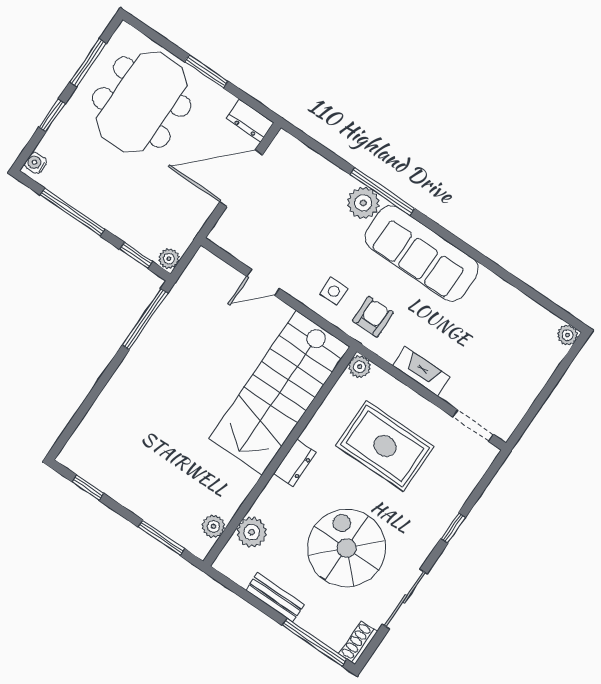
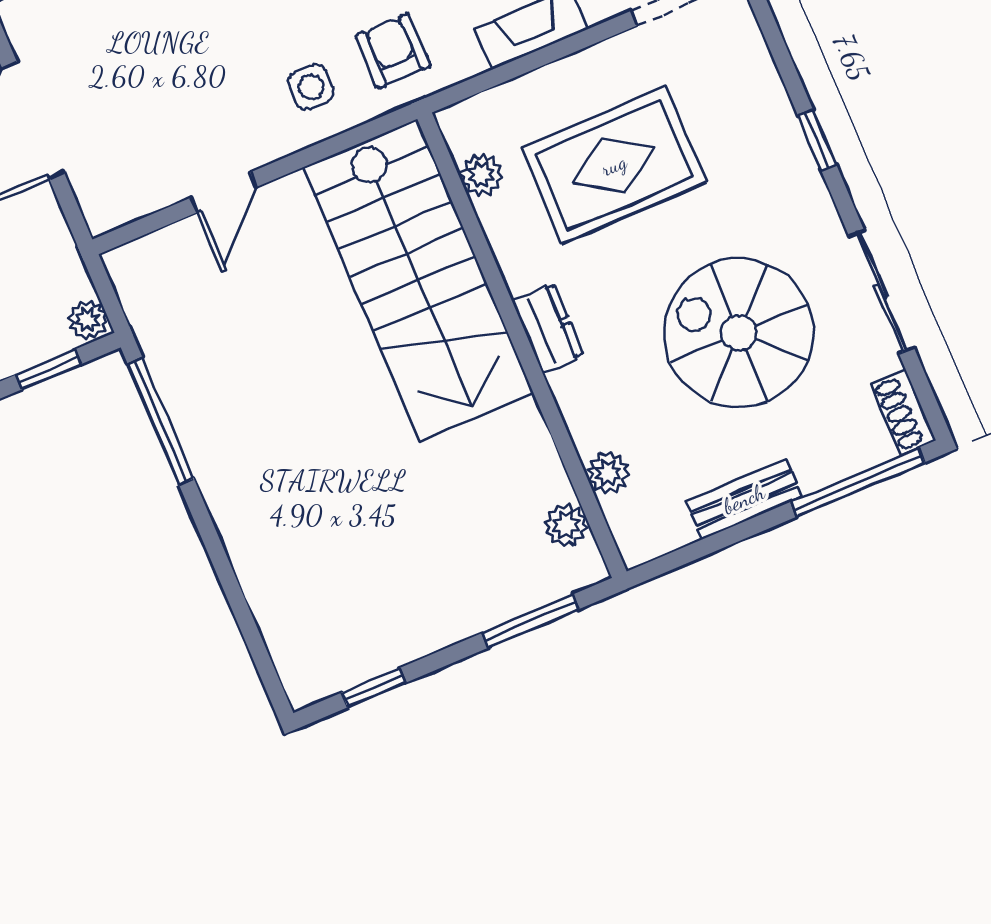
plant: (360, 367) -> (481, 175), moved
plant: (252, 532) -> (608, 473), width x0.73, depth x0.73

